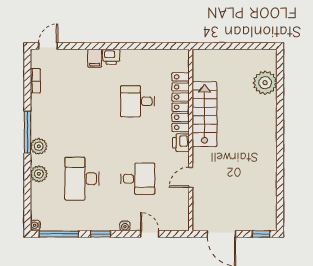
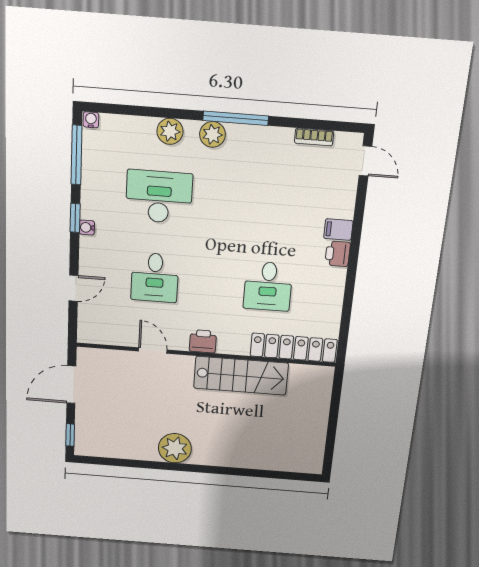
plant: (265, 83) -> (175, 448), moved
desk: (138, 101) -> (268, 286), turned 180
locker: (181, 102) -> (294, 348), moved
water cooler: (125, 226) -> (87, 227), moved

